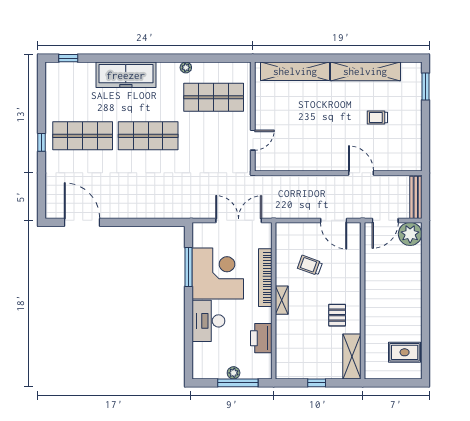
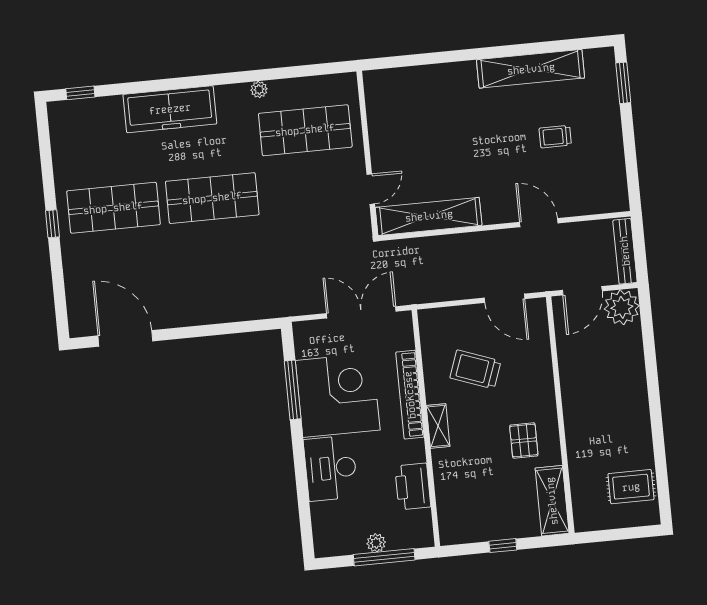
shelving: (295, 71) -> (429, 216), moved
trolley: (310, 265) -> (475, 369), width x1.36, depth x1.39

